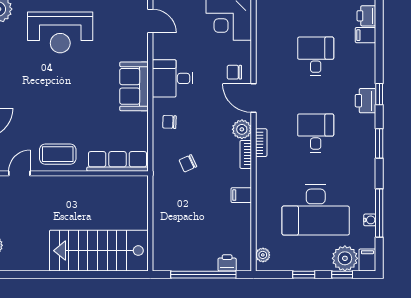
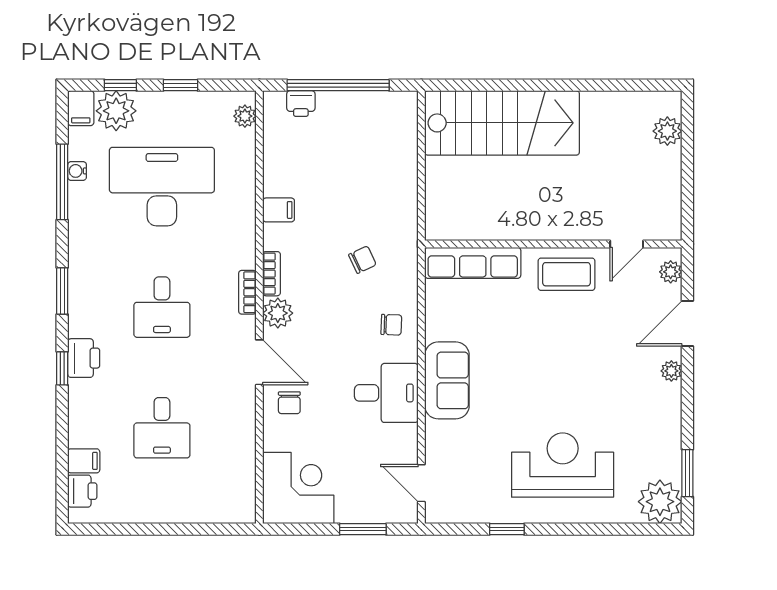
chair: (234, 72) -> (289, 403), turned 90

